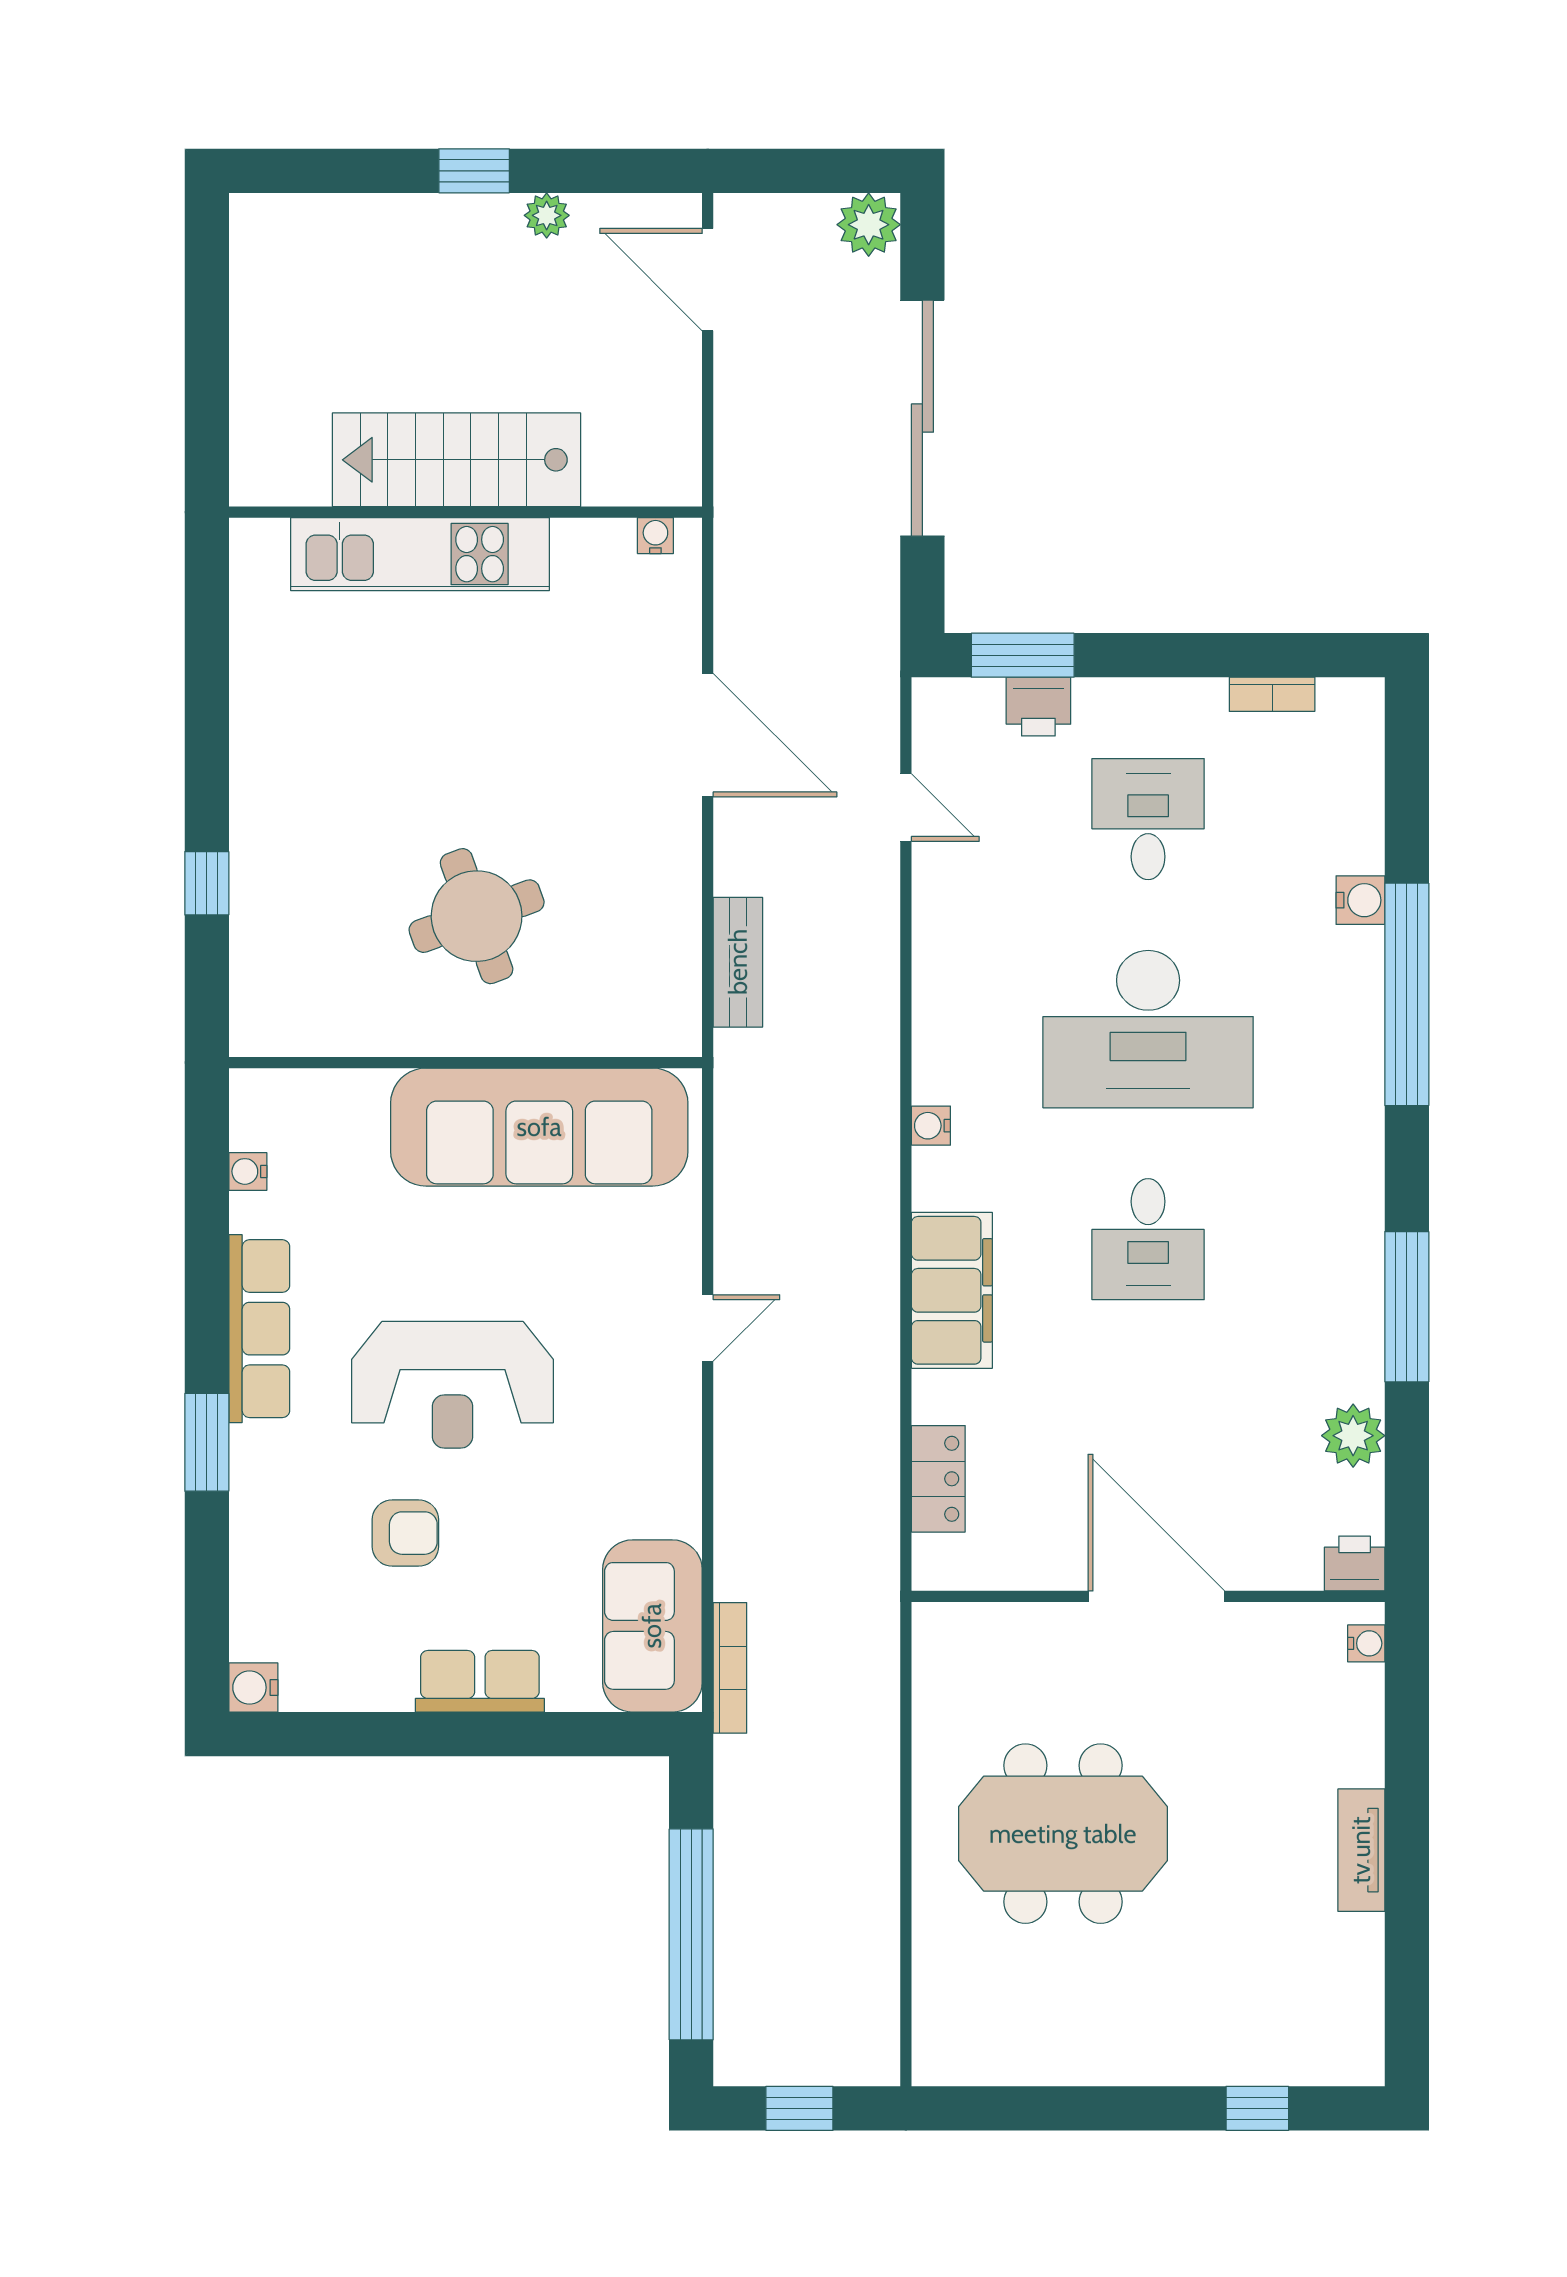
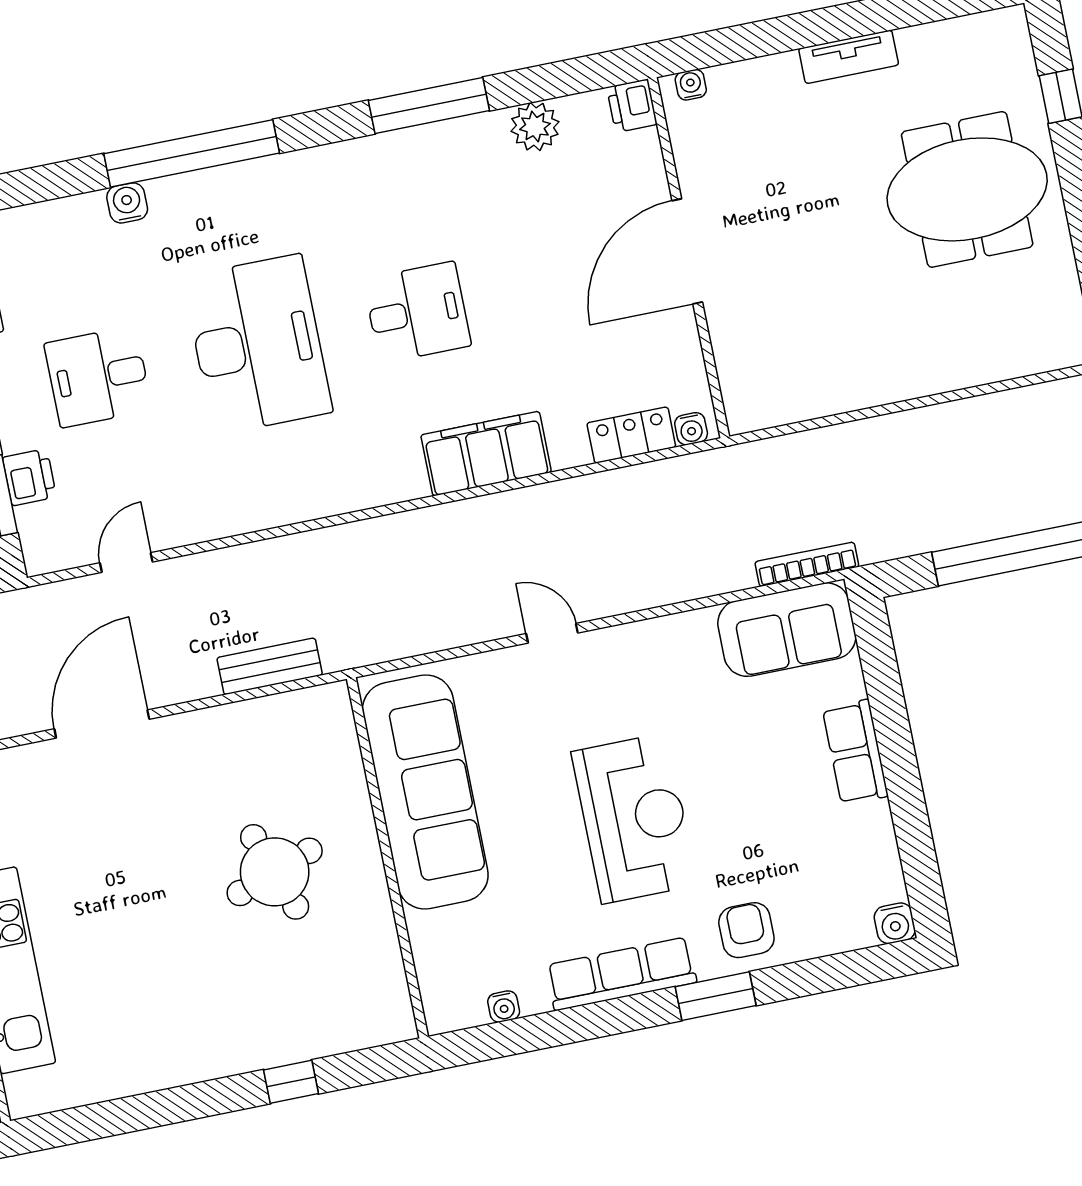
water cooler: (931, 1126) -> (691, 429), moved
armchair: (405, 1533) -> (746, 930), moved
meeting table: (1063, 1834) -> (967, 189), moved, turned 90

